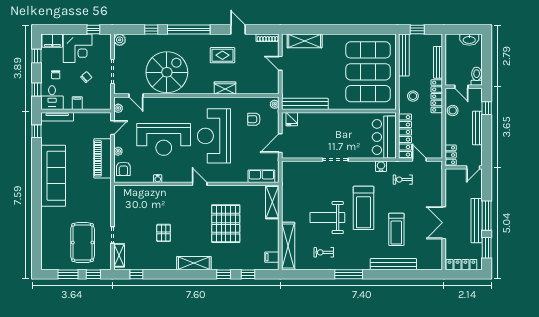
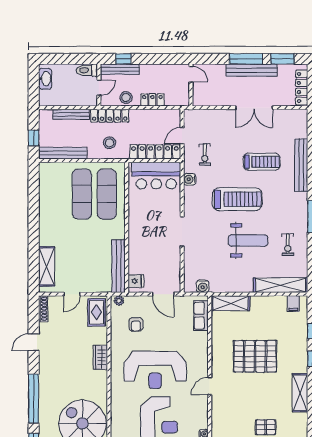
exercise mat: (368, 50) -> (57, 194), removed
rug: (222, 55) -> (96, 312), moved
bench: (477, 128) -> (120, 69), moved
locker: (451, 155) -> (152, 100), moved
water cooler: (287, 178) -> (203, 286), added
weight bench: (327, 218) -> (248, 240), turned -90

